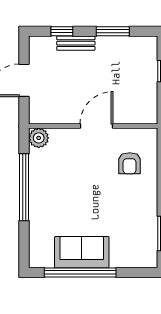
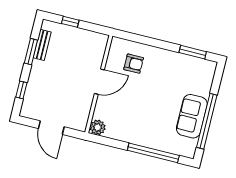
bench: (76, 43) -> (42, 45), moved
door: (96, 126) -> (99, 82), swing flipped
window: (24, 187) -> (153, 153), moved

